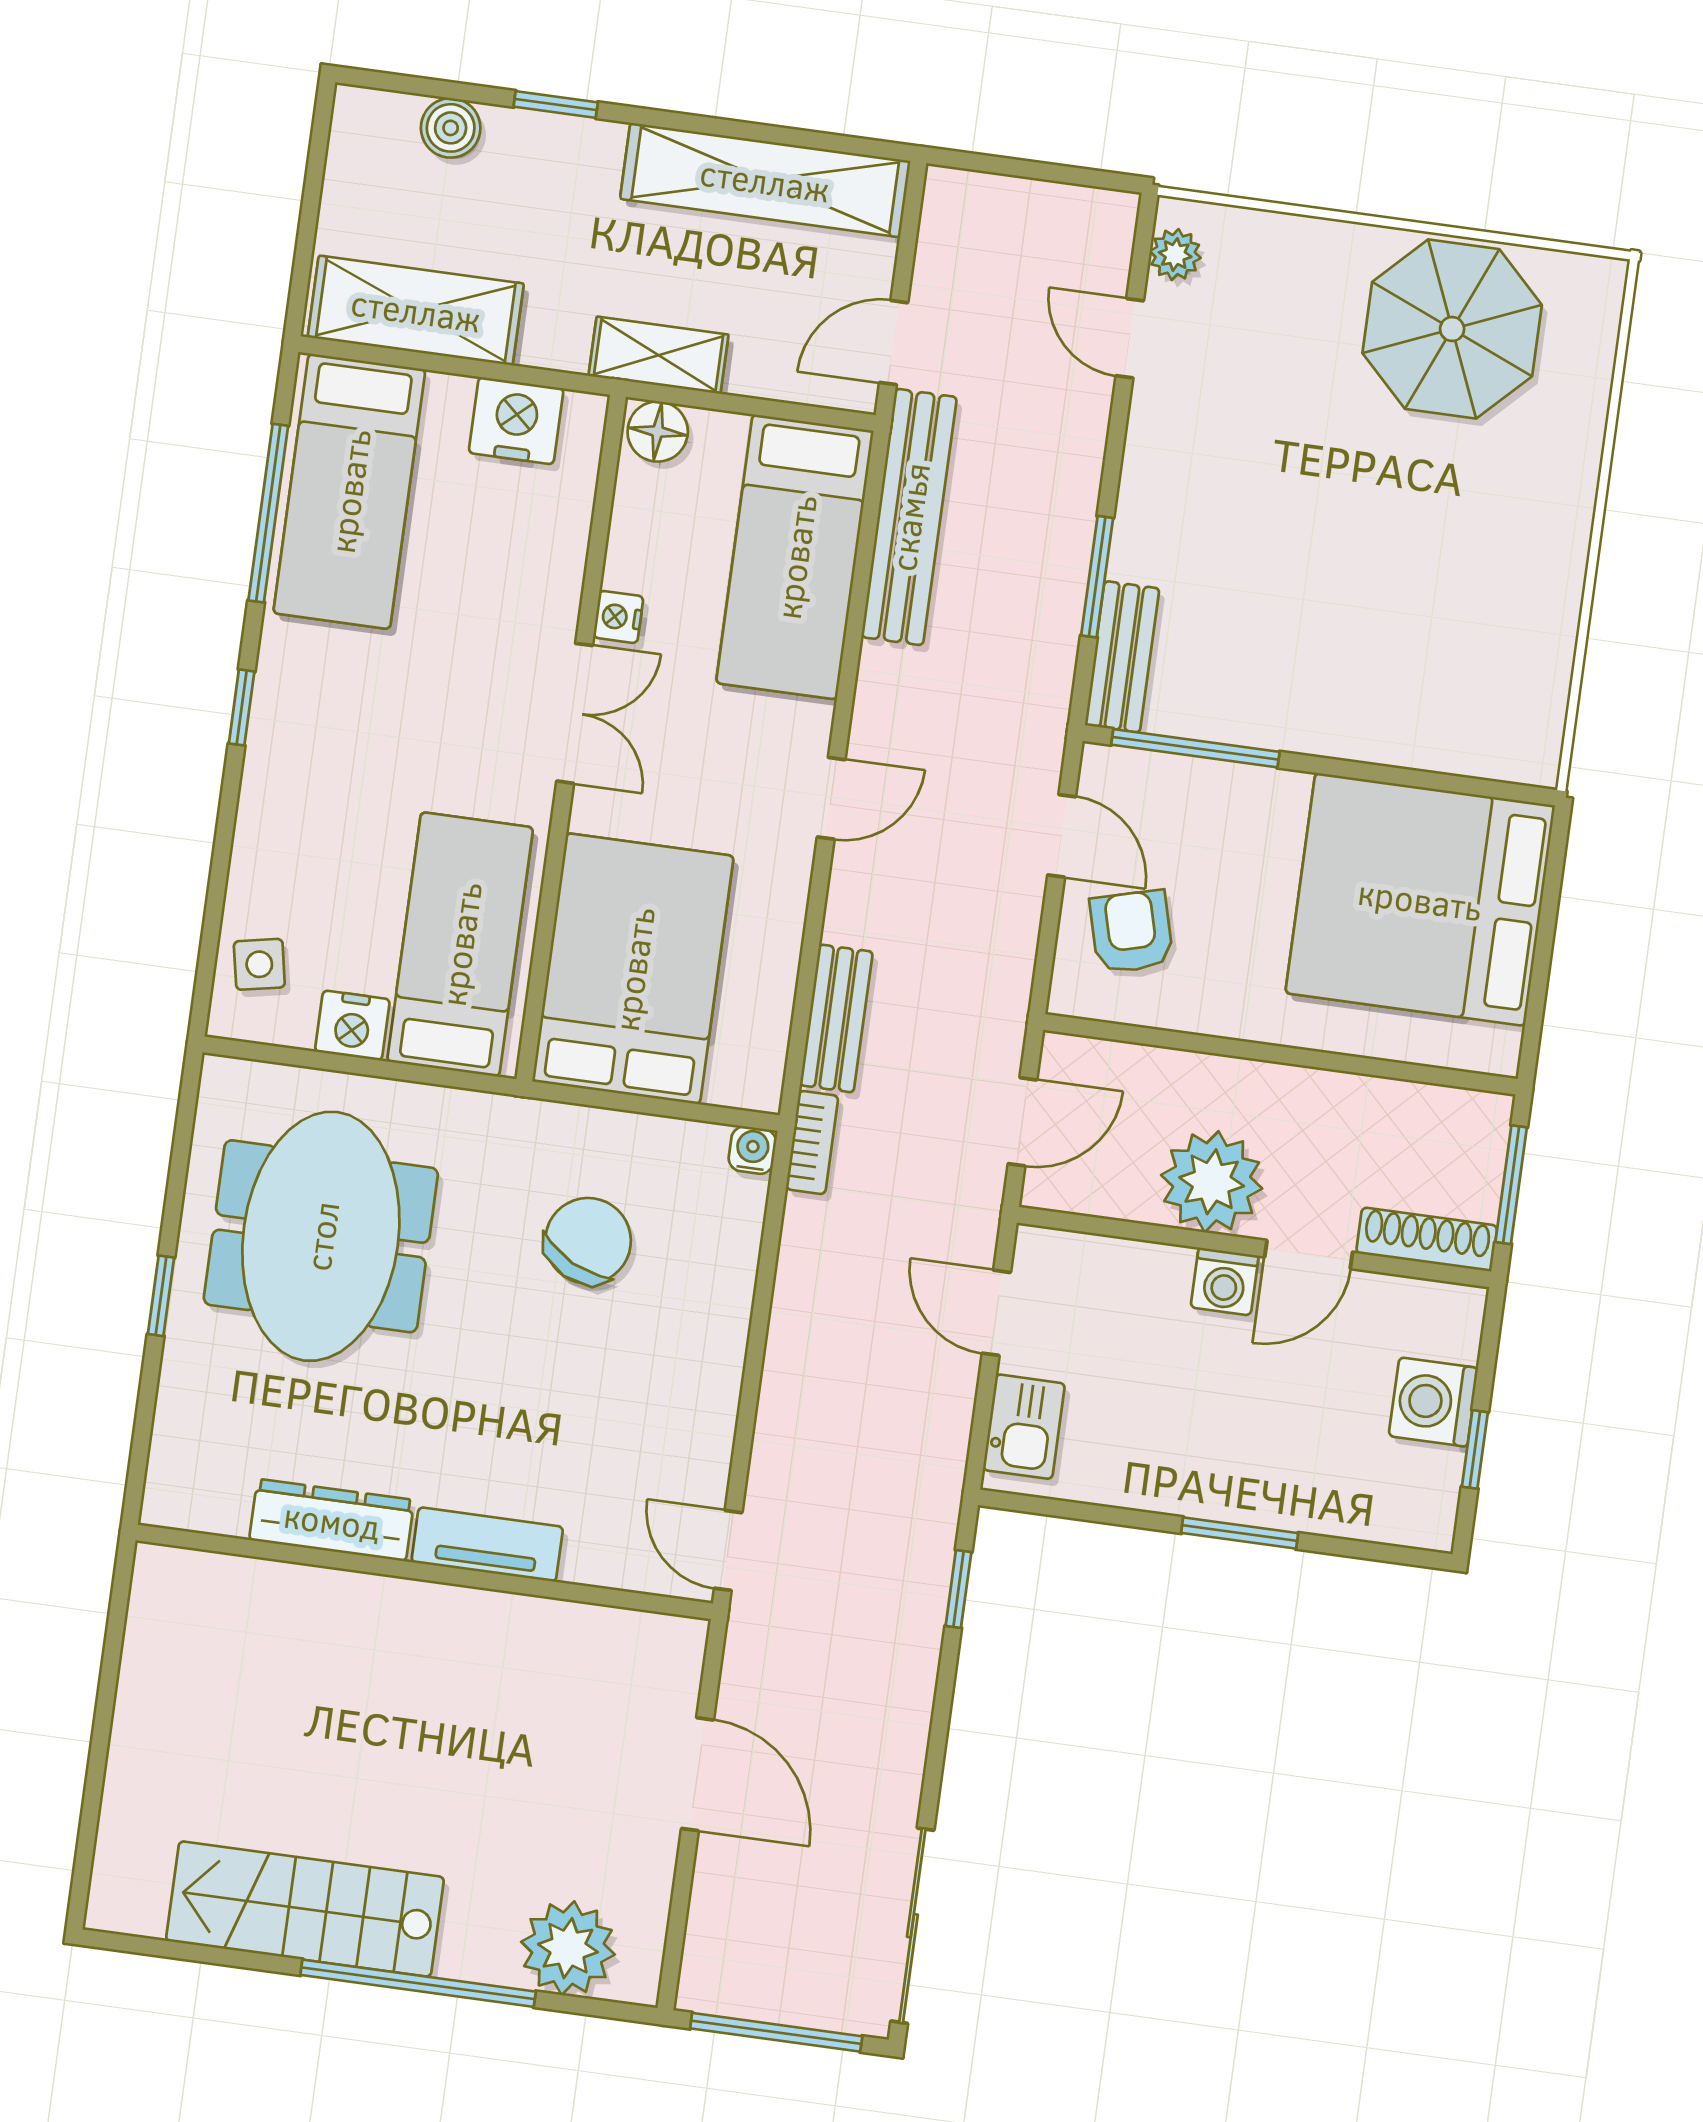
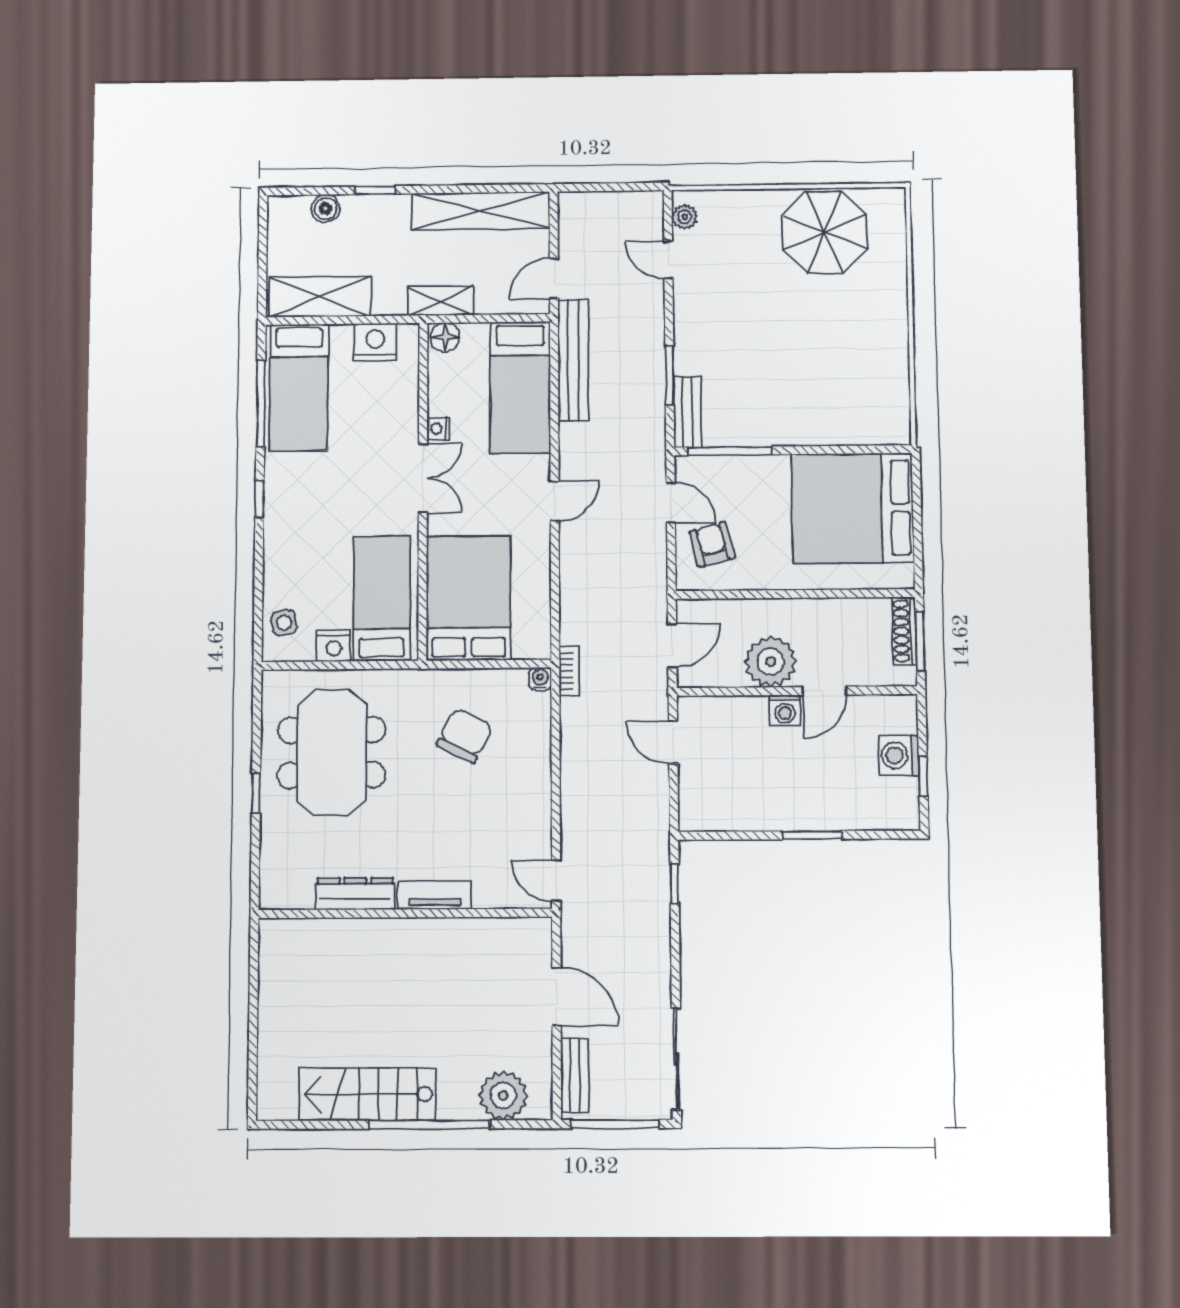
bench: (836, 1018) -> (575, 1075), moved
shoe rack: (1427, 1239) -> (904, 631), moved, turned -90
kitchen sink: (1024, 1427) -> (695, 797), removed

